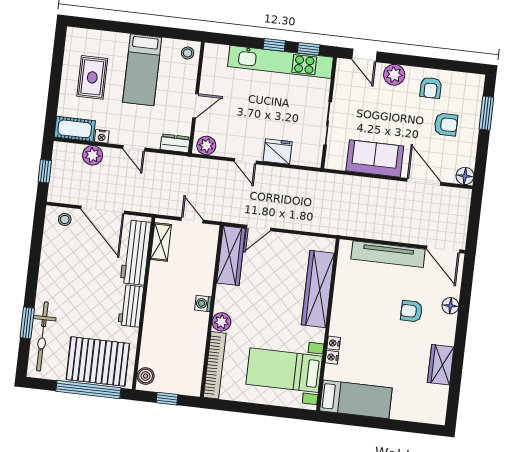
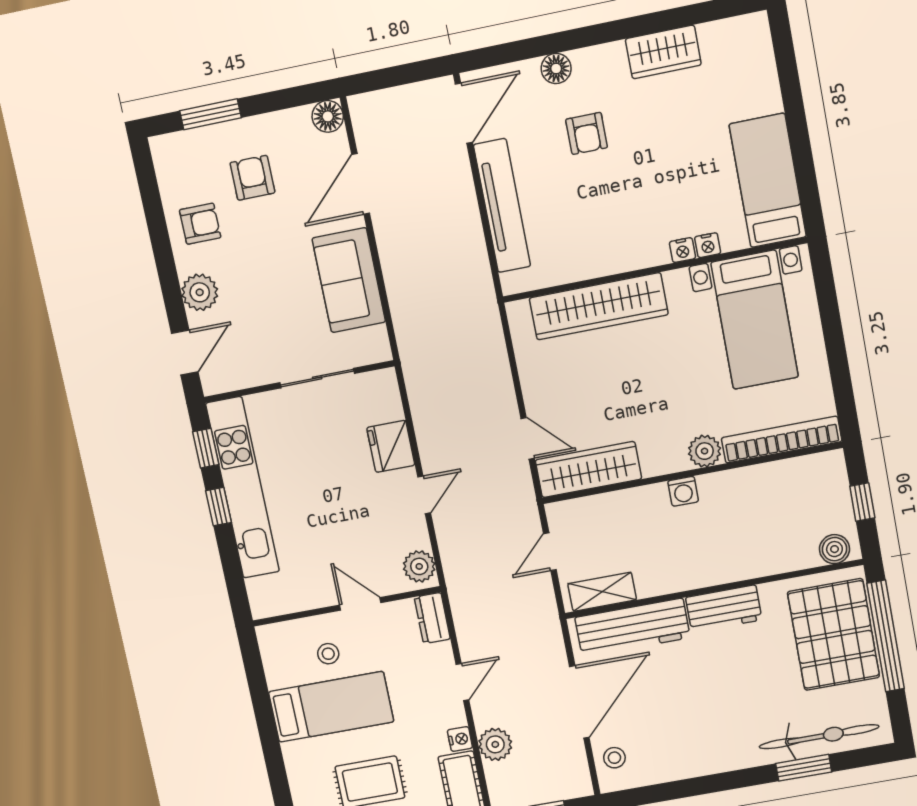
stool: (188, 53) -> (328, 654), moved

